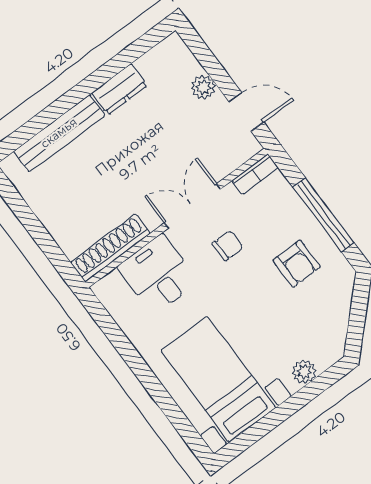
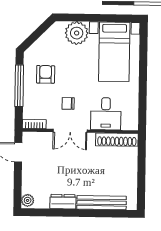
plant: (203, 87) -> (28, 200), moved
plant: (304, 372) -> (77, 33), width x1.87, depth x1.87

